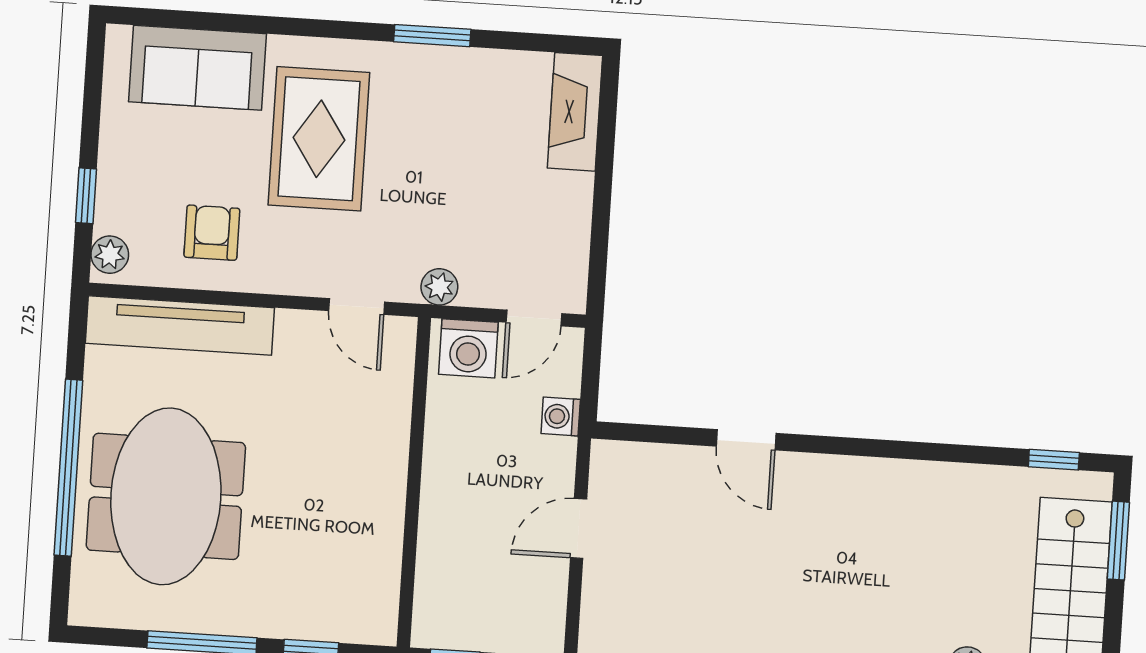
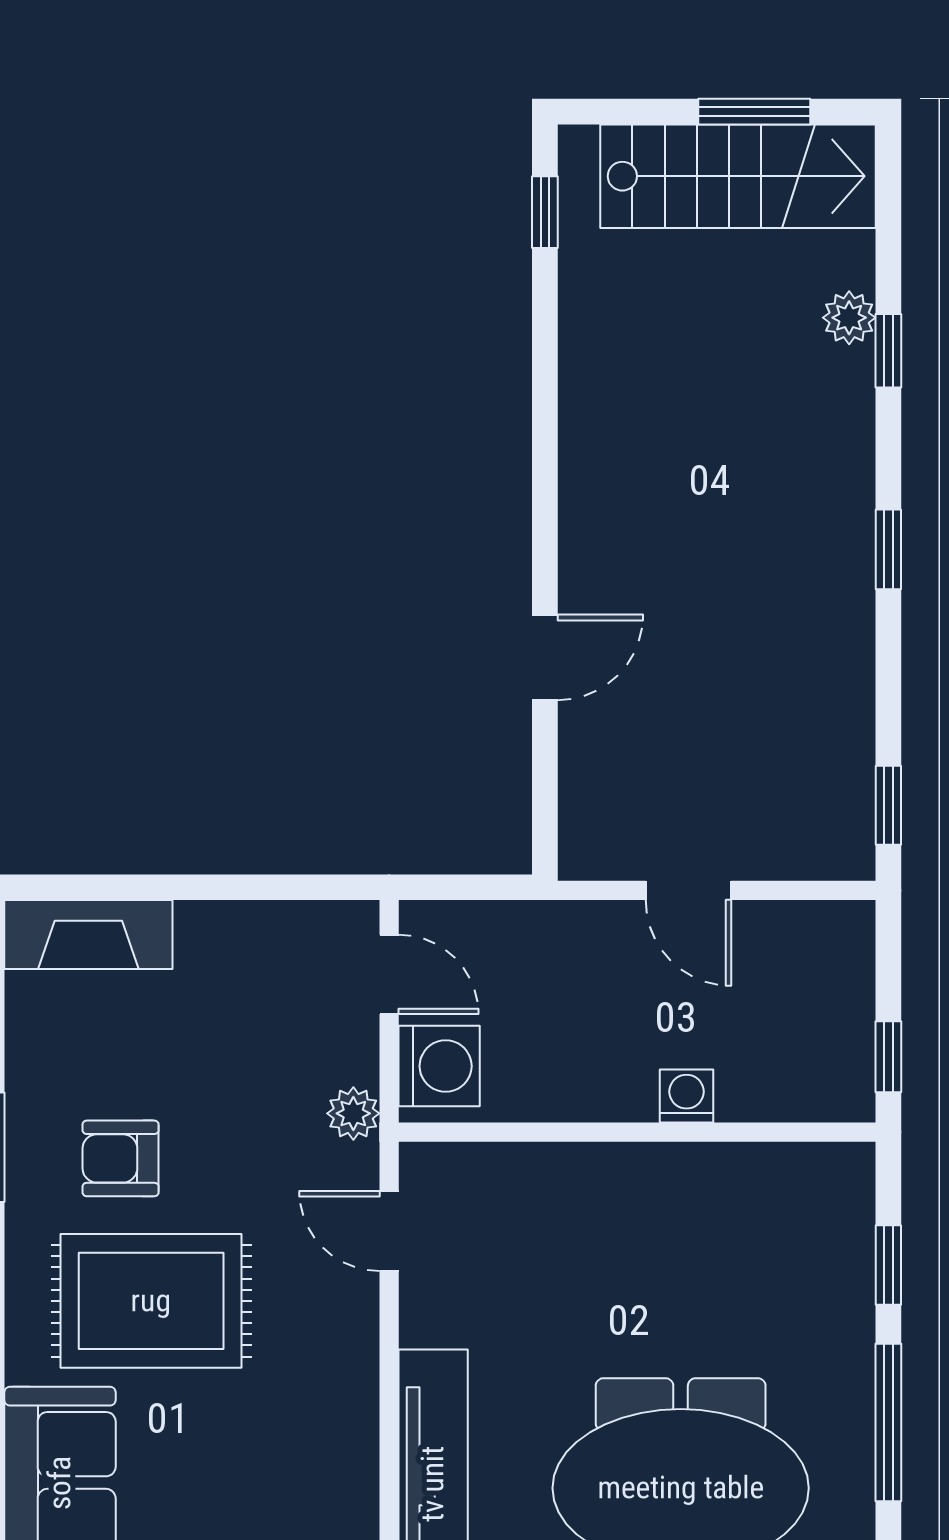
armchair: (212, 233) -> (121, 1158), moved
door: (357, 306) -> (389, 1231), swing flipped
washing machine: (561, 416) -> (686, 1096), moved, turned 180
window: (1118, 541) -> (754, 112), moved

